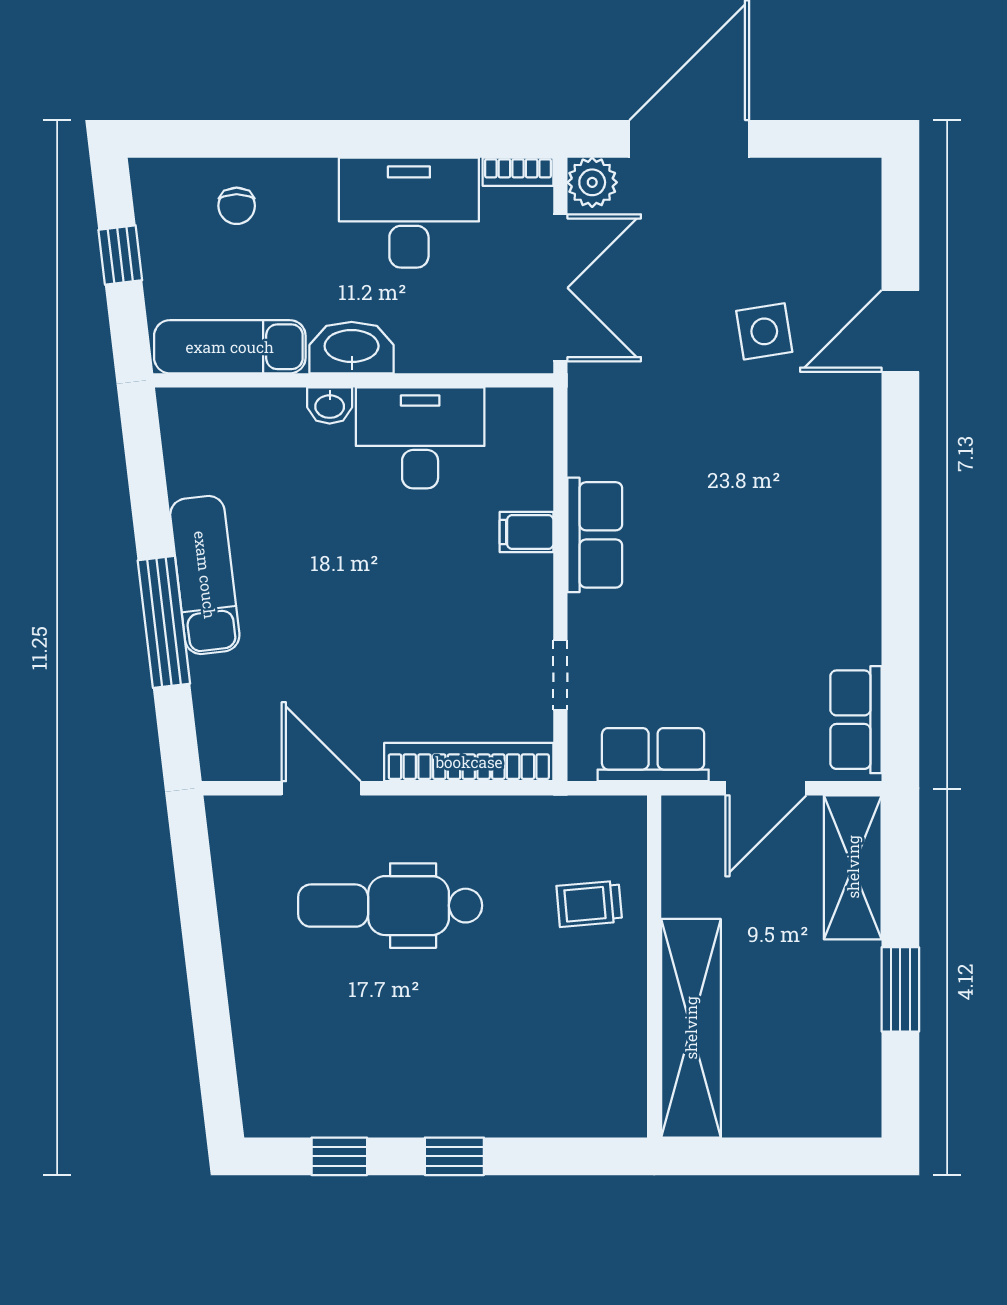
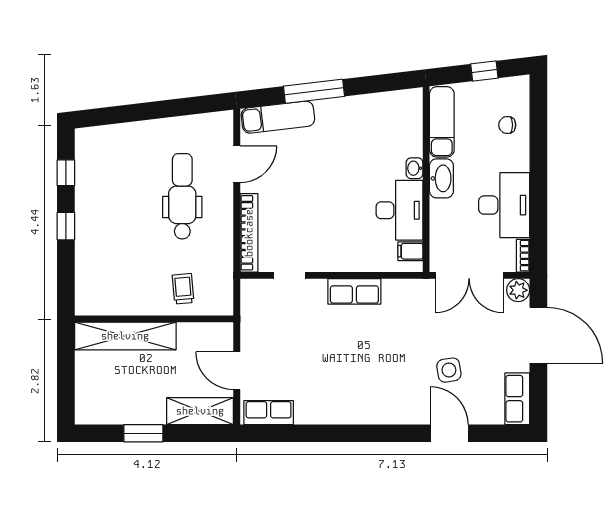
filing cabinet: (527, 532) -> (410, 251), moved, turned -90
exam couch: (205, 575) -> (278, 117), moved
row of seats: (653, 755) -> (517, 399), moved, turned 180

